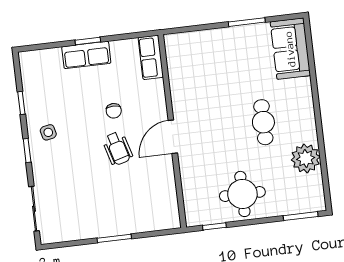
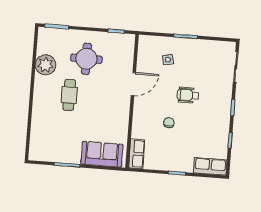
sofa: (290, 49) -> (102, 154), moved, turned -90
row of seats: (86, 55) -> (210, 166), moved
side table: (48, 132) -> (168, 60), moved
door: (173, 137) -> (133, 84), moved
wheelchair: (117, 148) -> (188, 95), moved, turned -74
round table: (242, 194) -> (86, 59), moved

